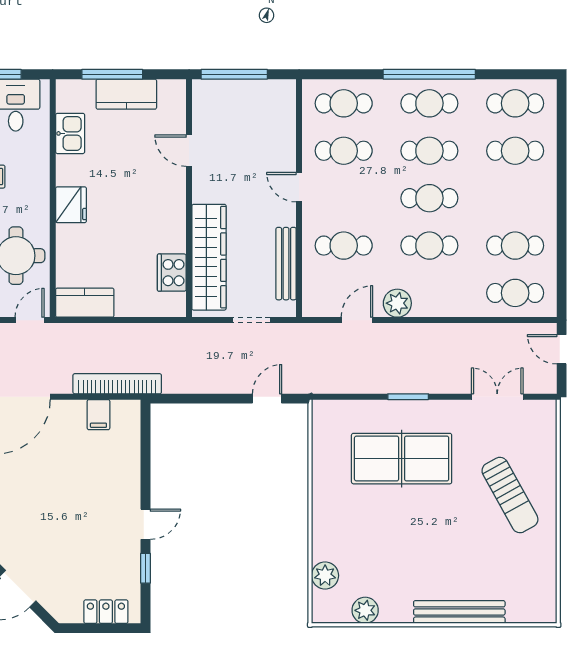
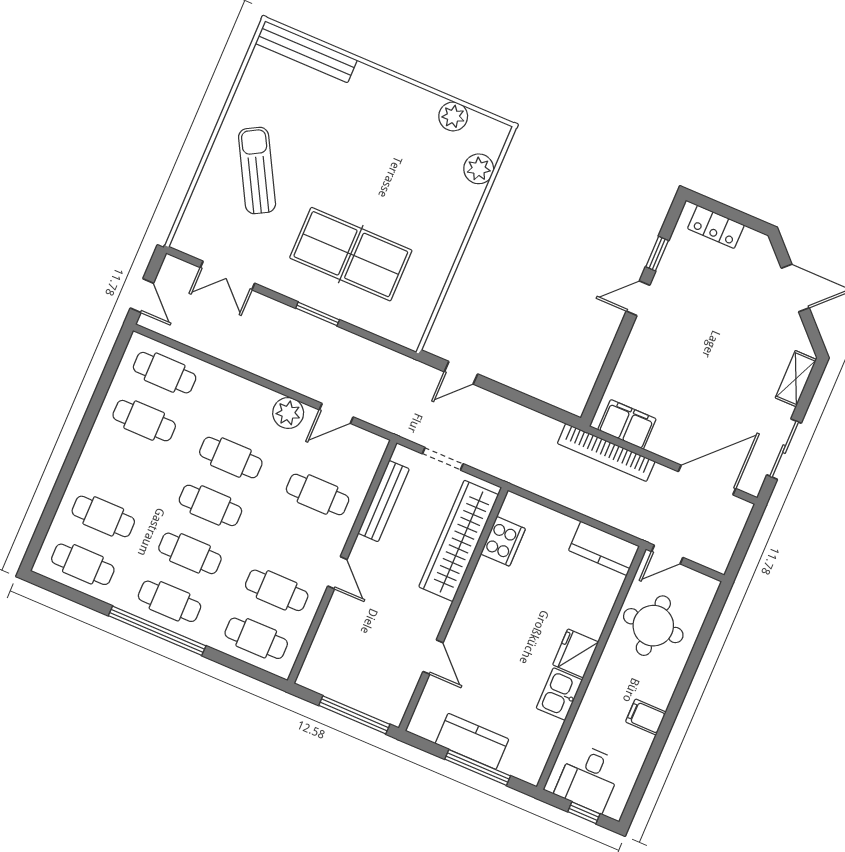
kitchen sink: (70, 133) -> (559, 694), moved
filing cabinet: (98, 415) -> (627, 424), width x2.00
bench: (459, 612) -> (306, 52), moved

